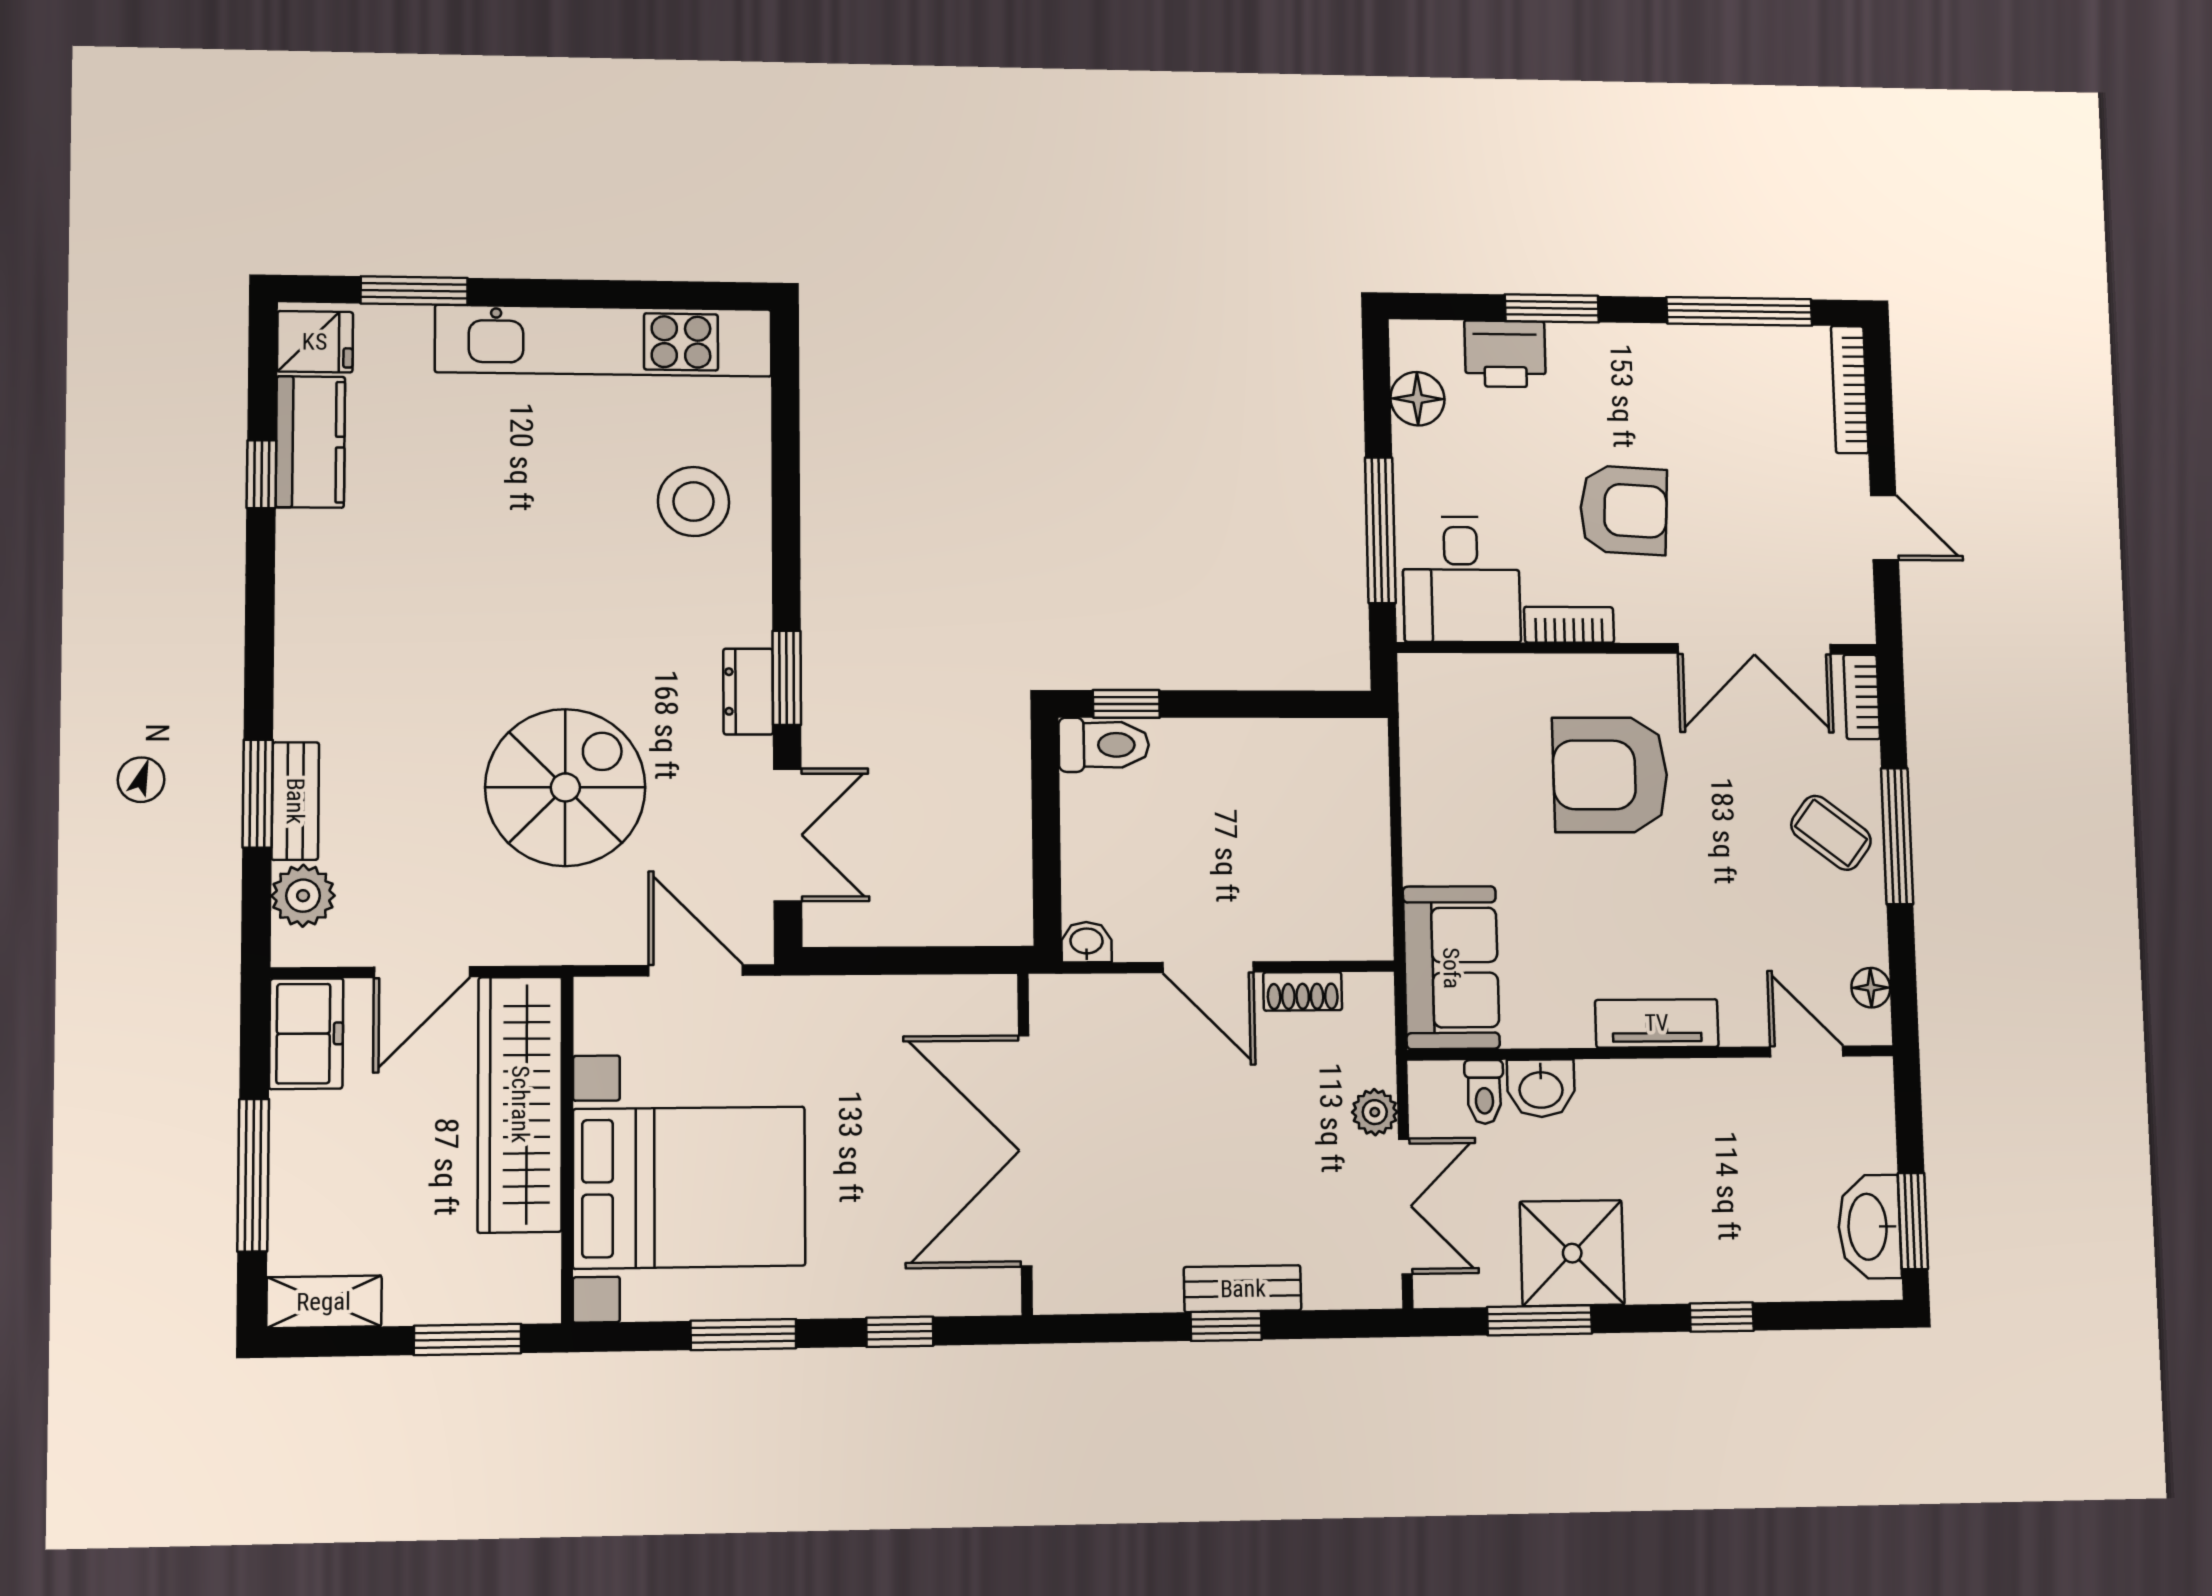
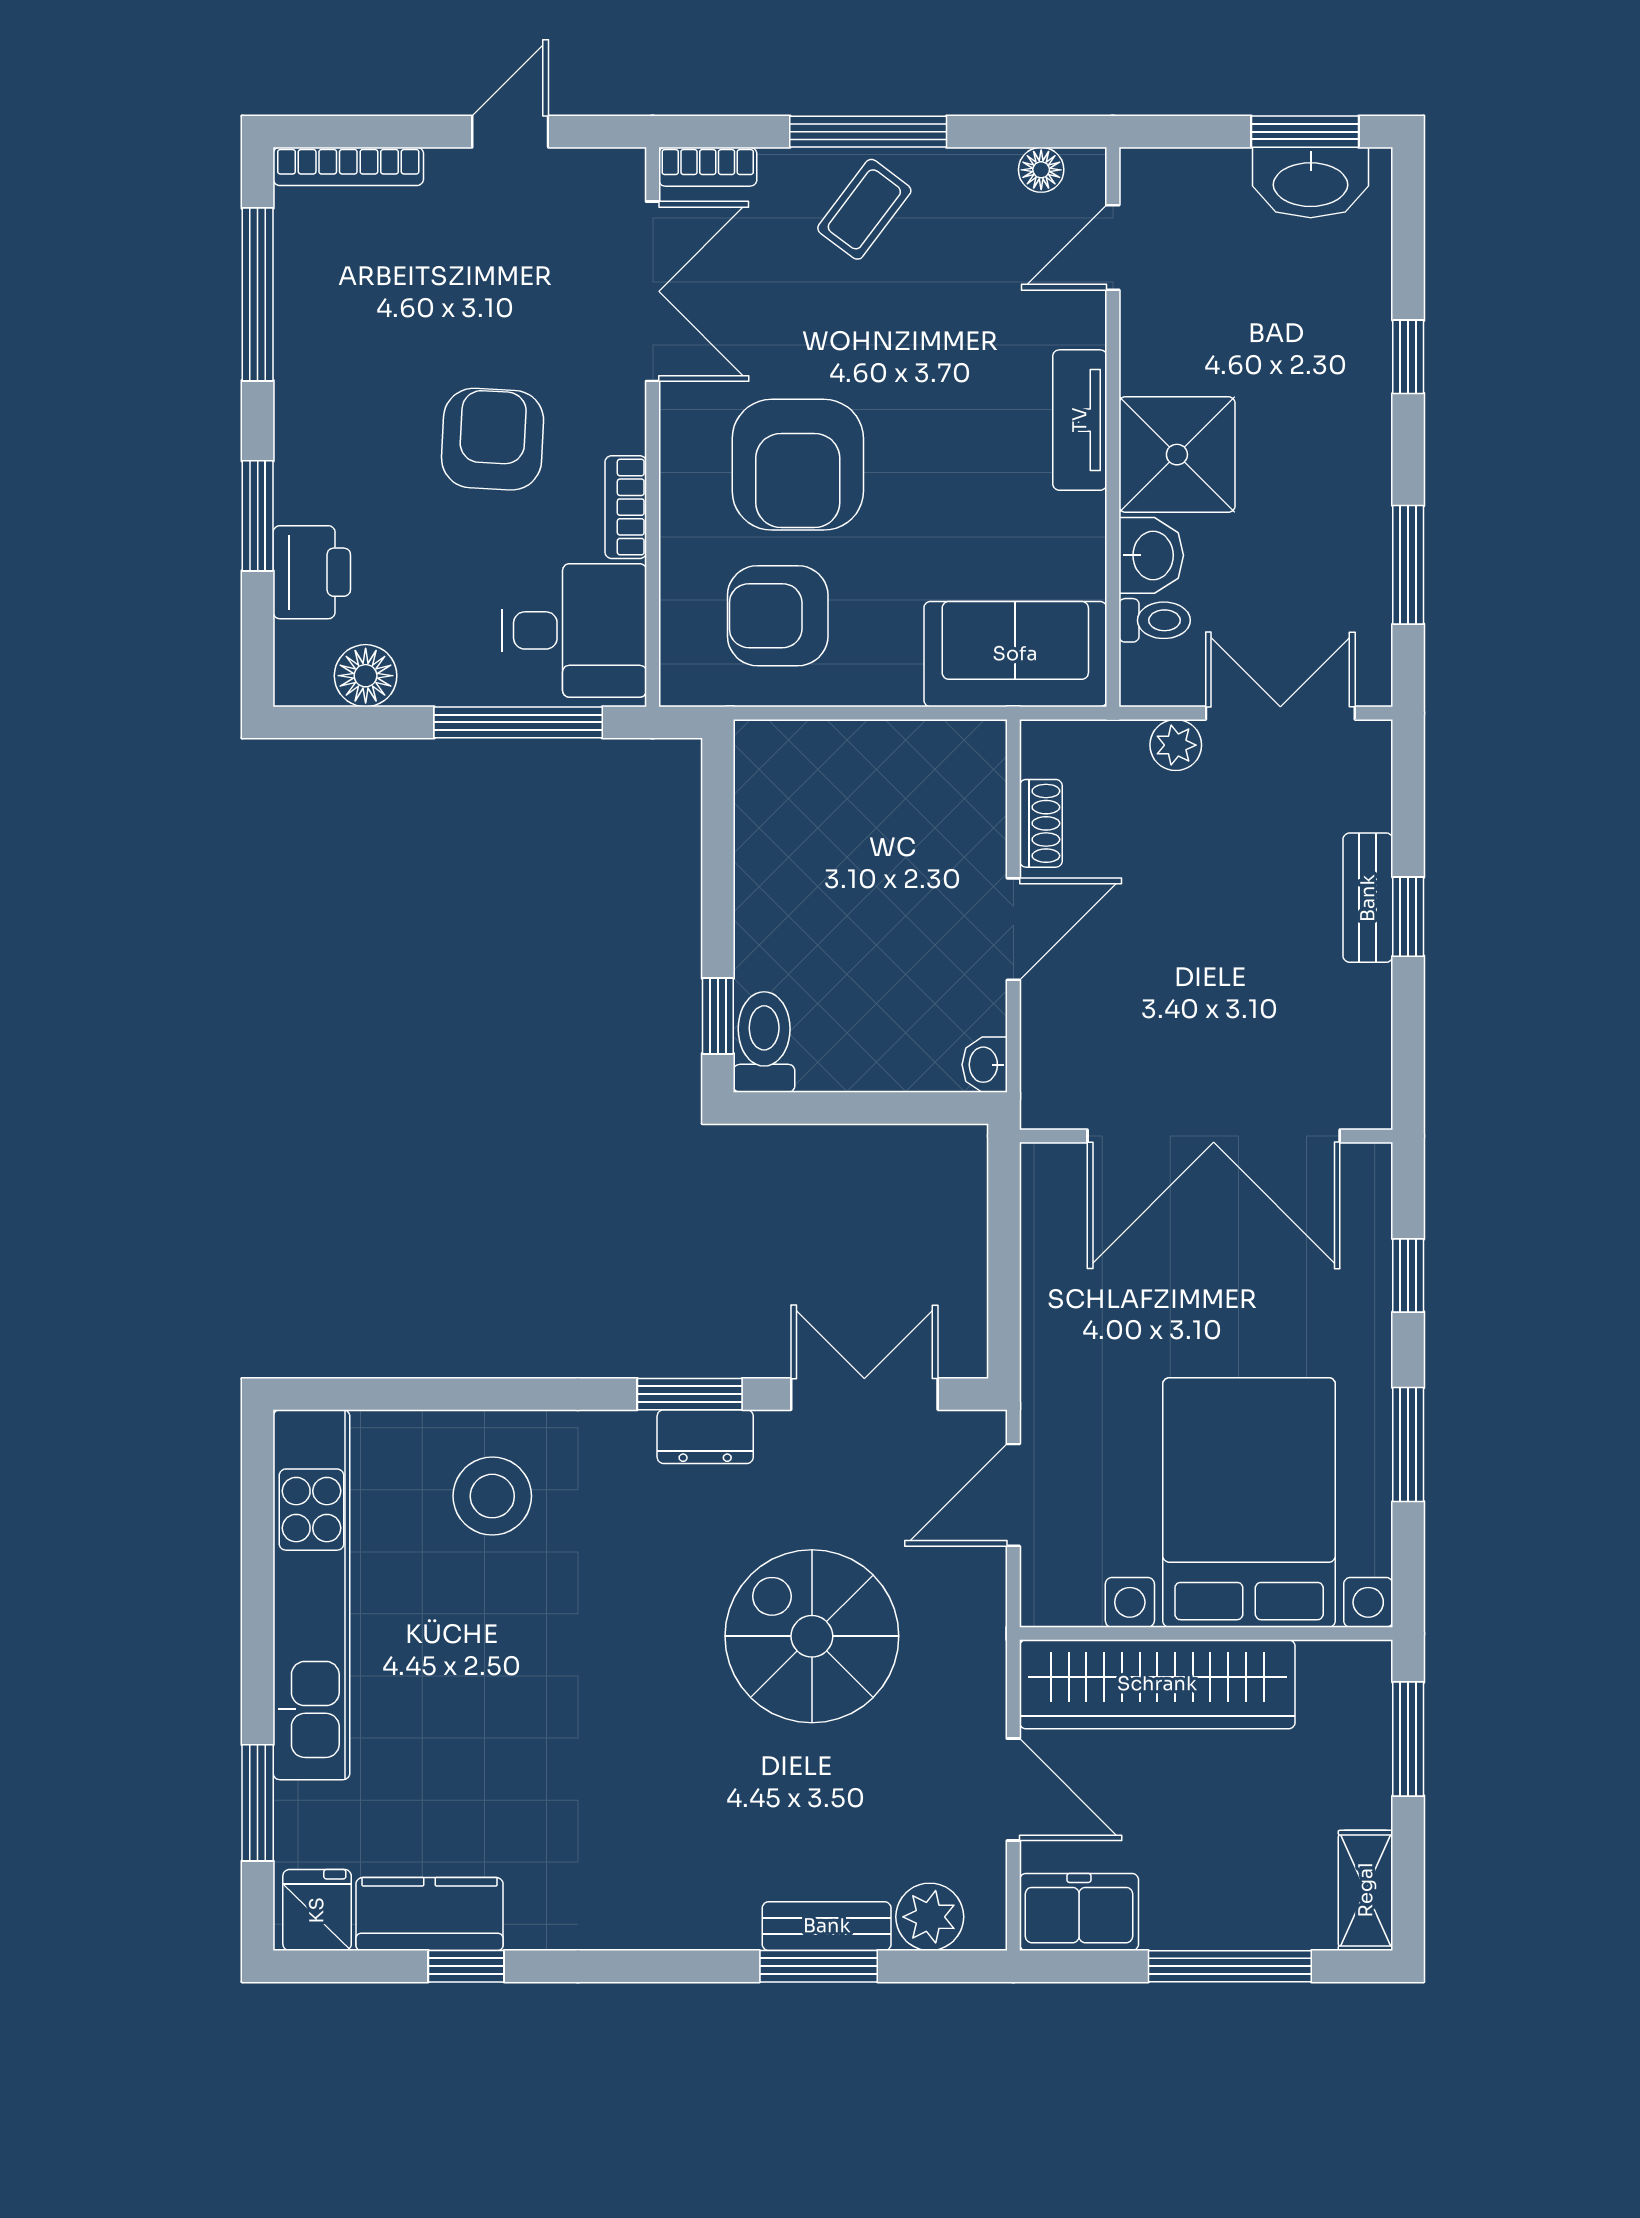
armchair: (1479, 757) -> (778, 616), added
shower: (1572, 1253) -> (1177, 455), moved

